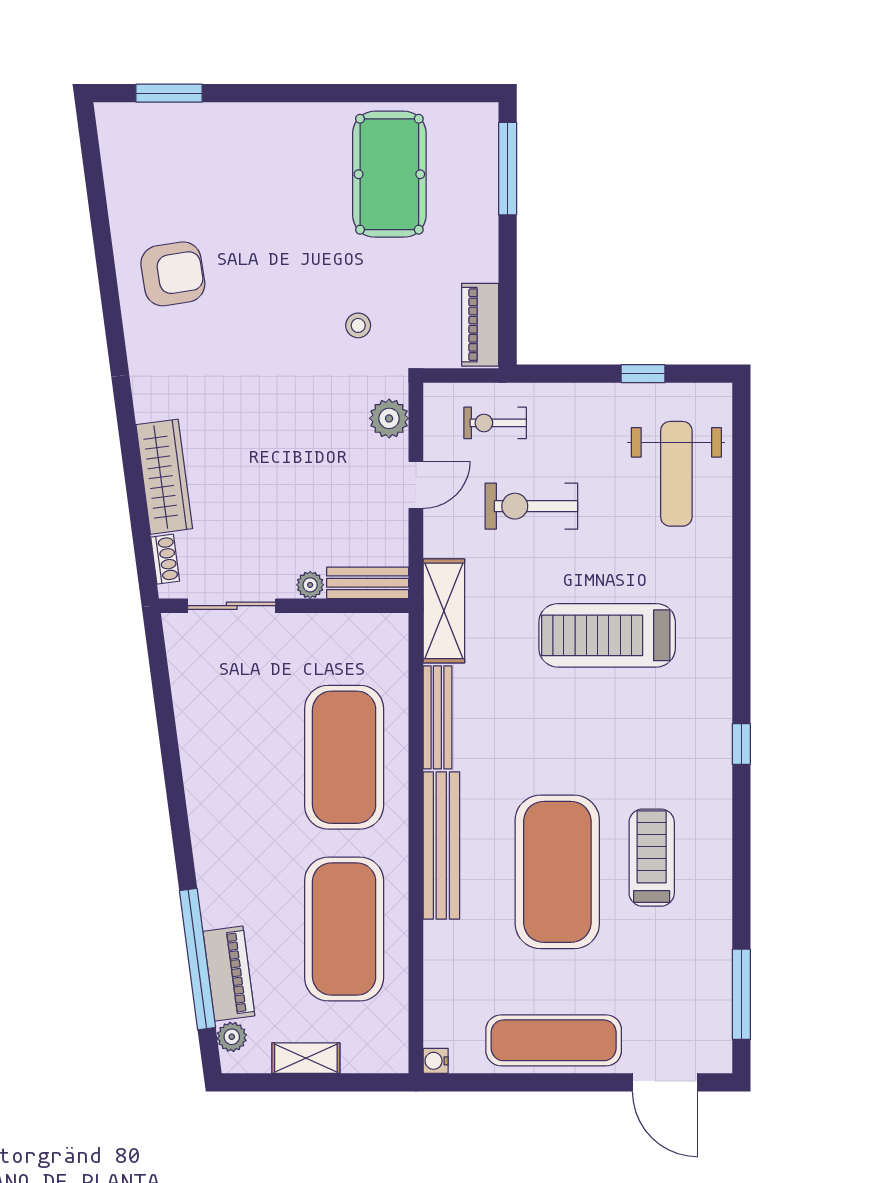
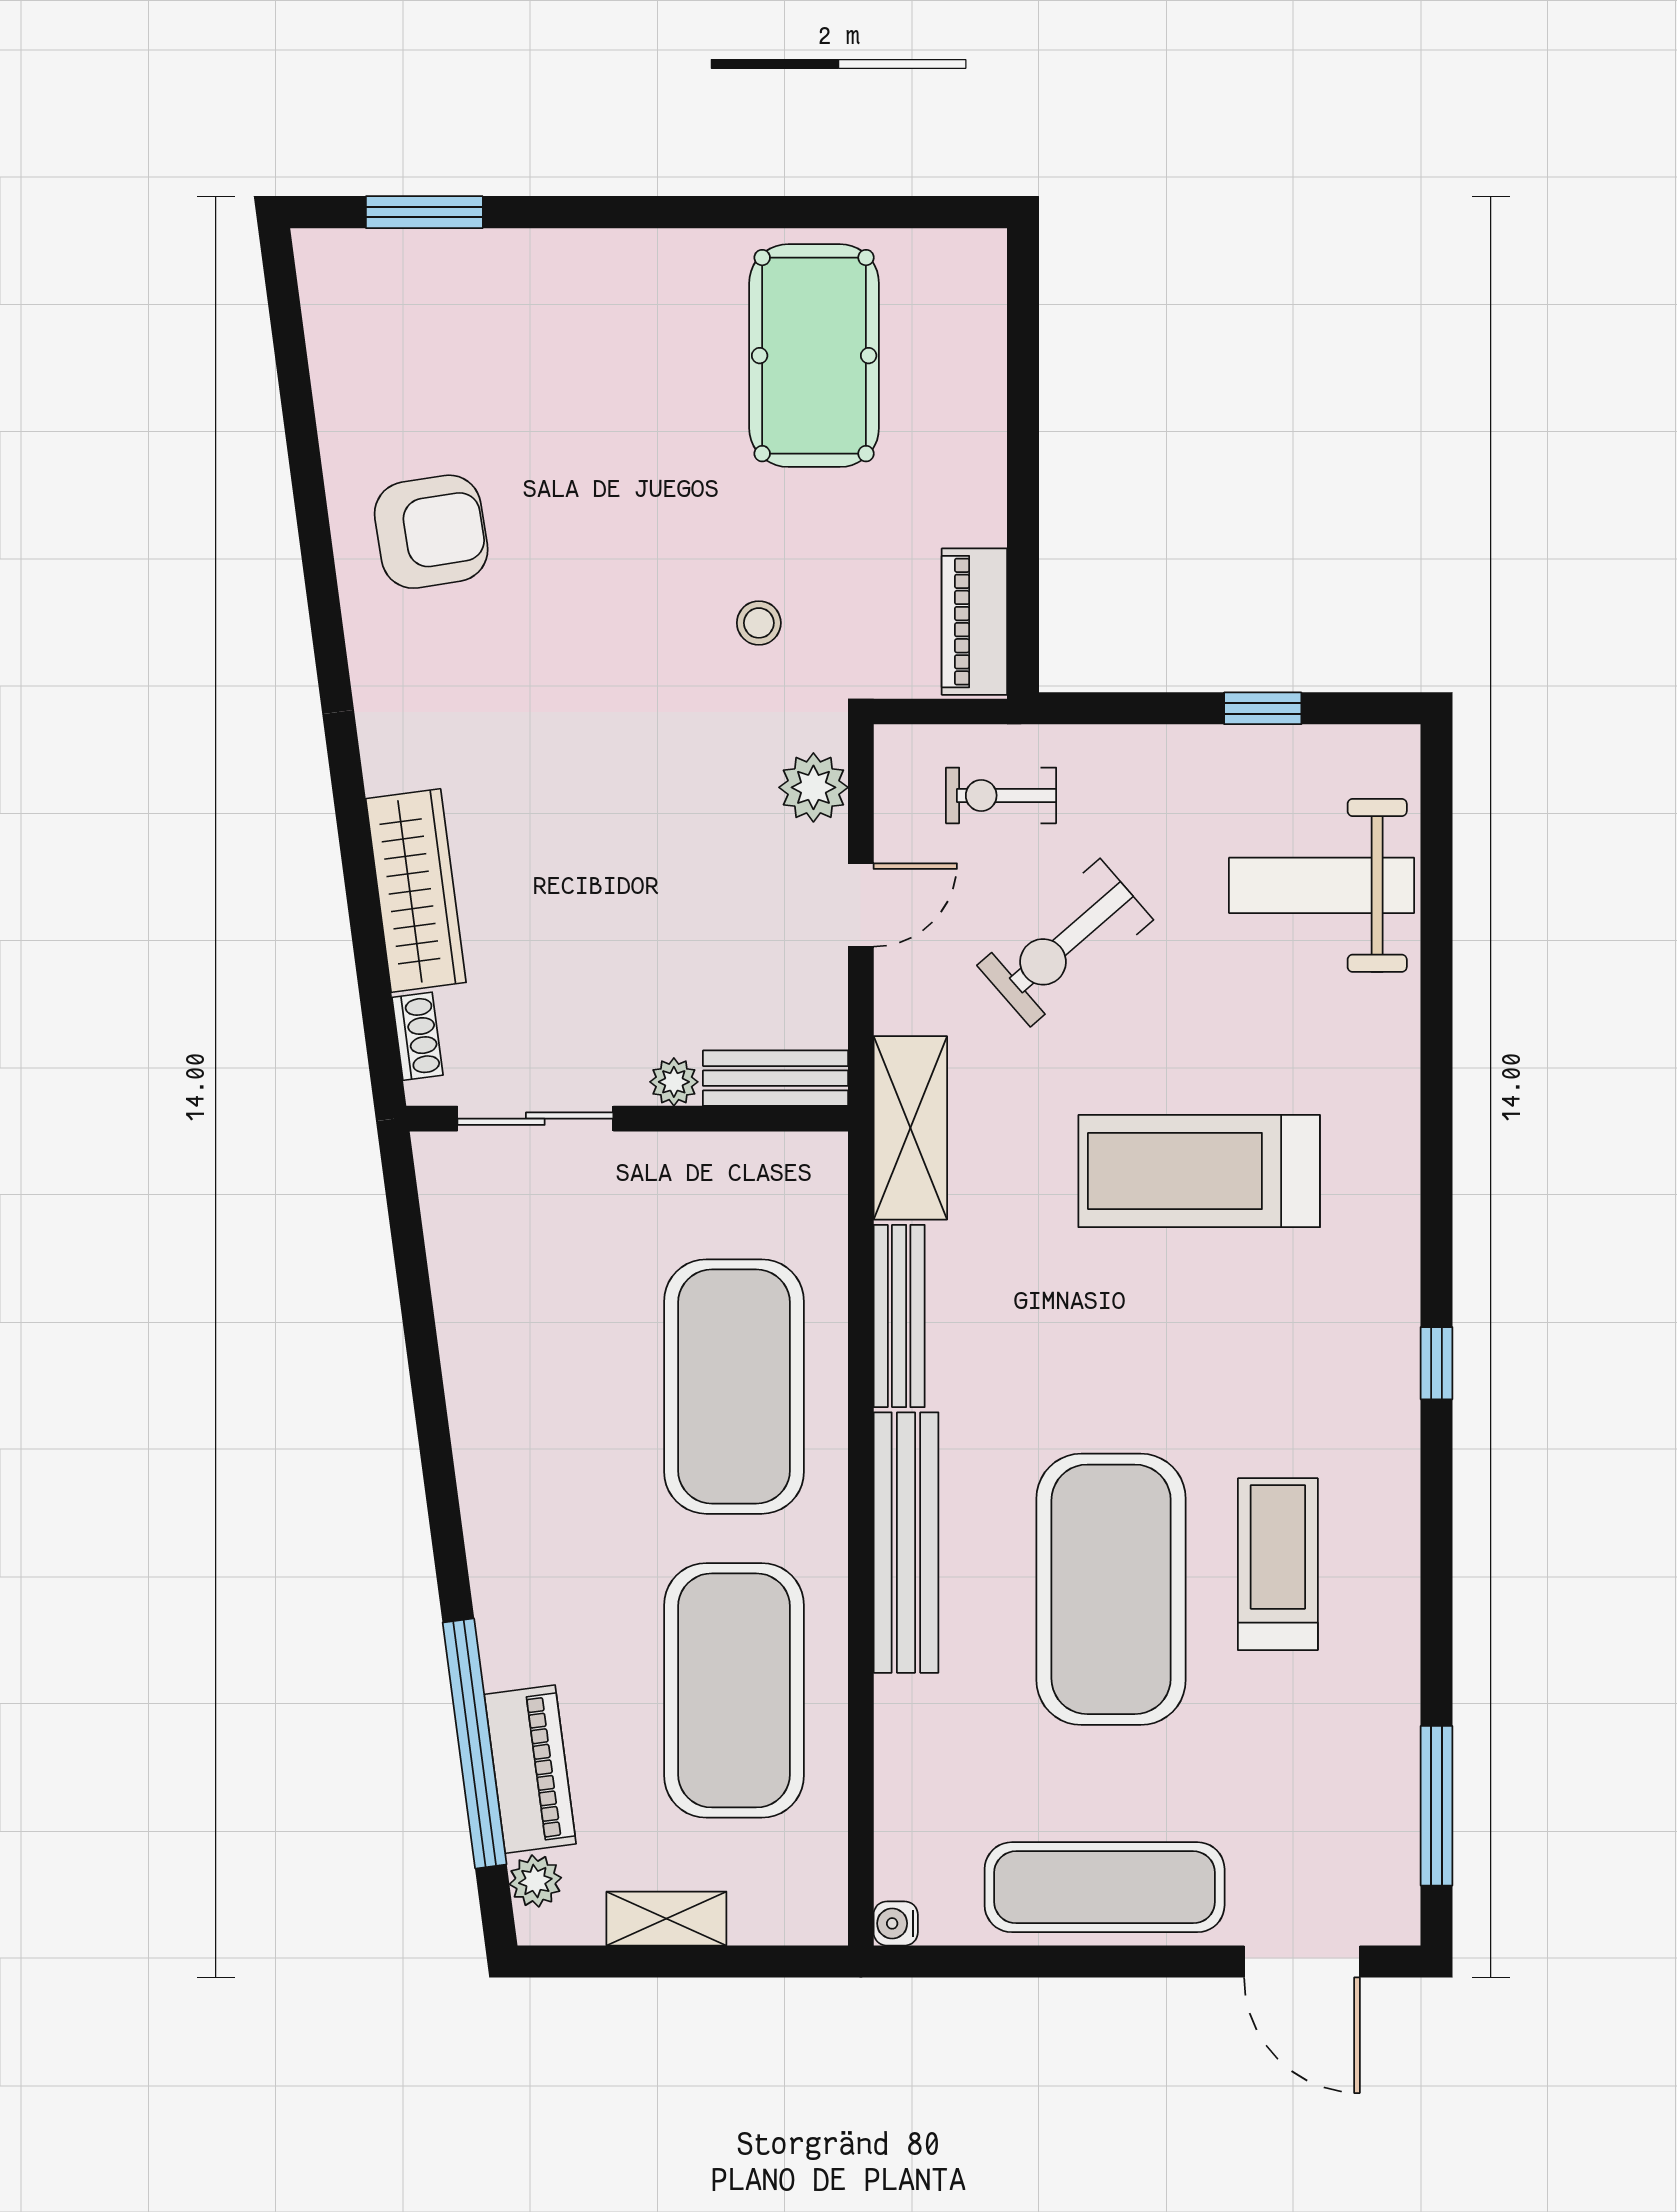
window: (508, 169) -> (1023, 346), removed
weight bench: (676, 474) -> (1322, 885), turned 90
exercise bike: (531, 506) -> (1065, 943), turned -41

